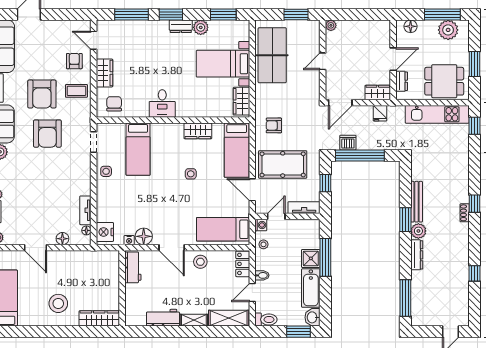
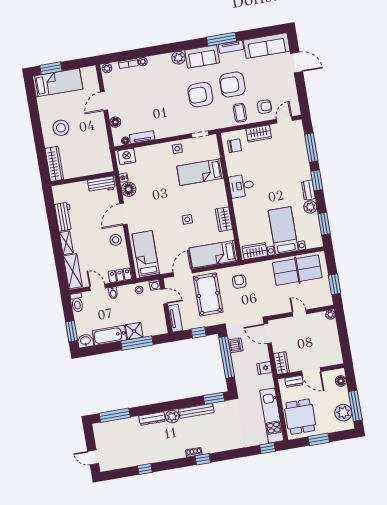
window: (405, 220) -> (214, 398), moved

